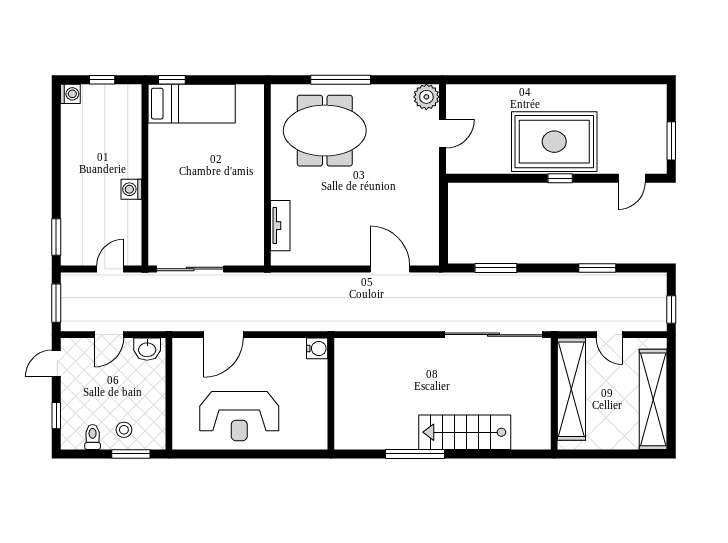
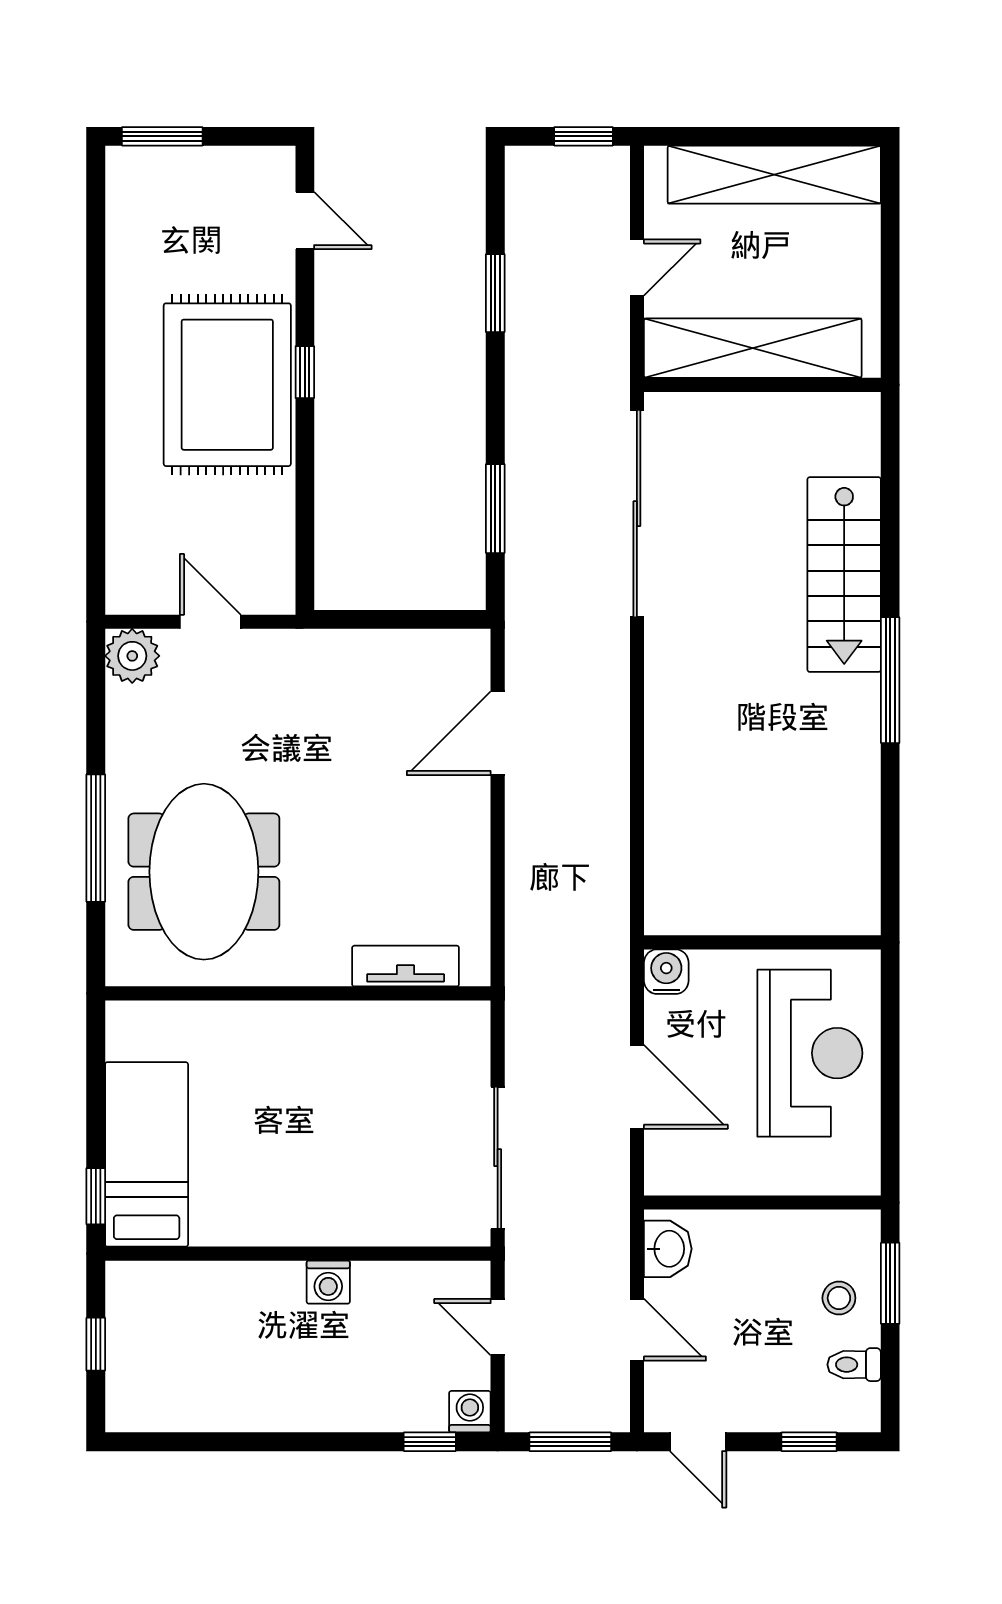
washing machine: (70, 94) -> (470, 1412), moved
window: (671, 141) -> (162, 136), moved
window: (56, 237) -> (430, 1442), width x0.67
water cooler: (317, 348) -> (666, 972), moved
wall: (331, 394) -> (762, 942), moved

